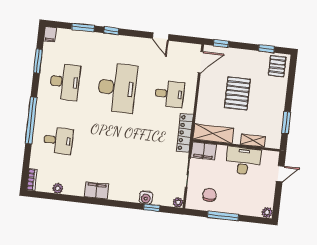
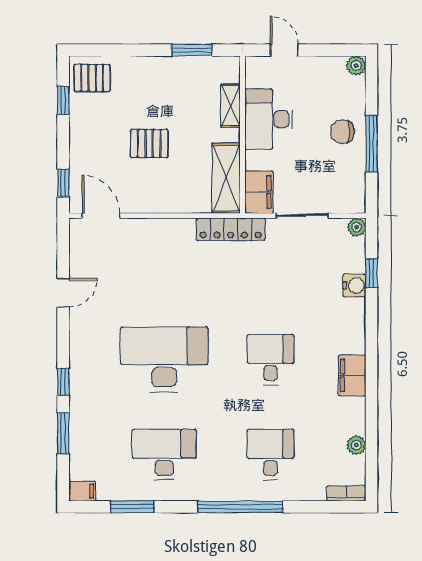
pallet: (237, 93) -> (149, 143), width x0.67, depth x0.71
desk: (170, 94) -> (271, 360), moved
chair: (209, 195) -> (342, 132), moved

